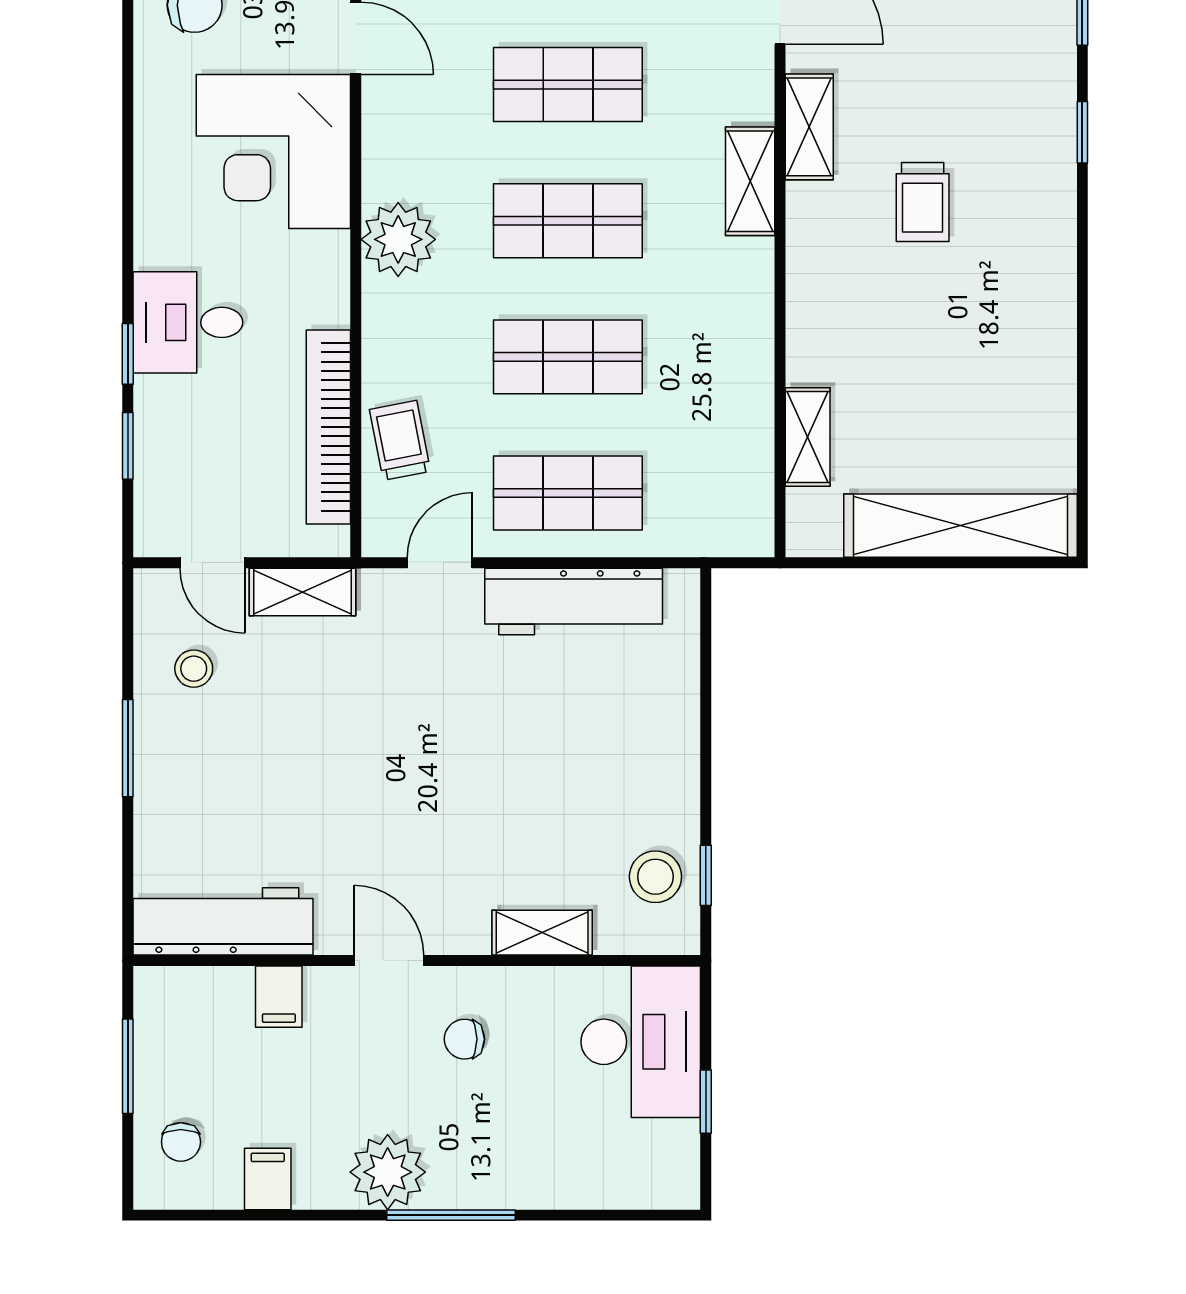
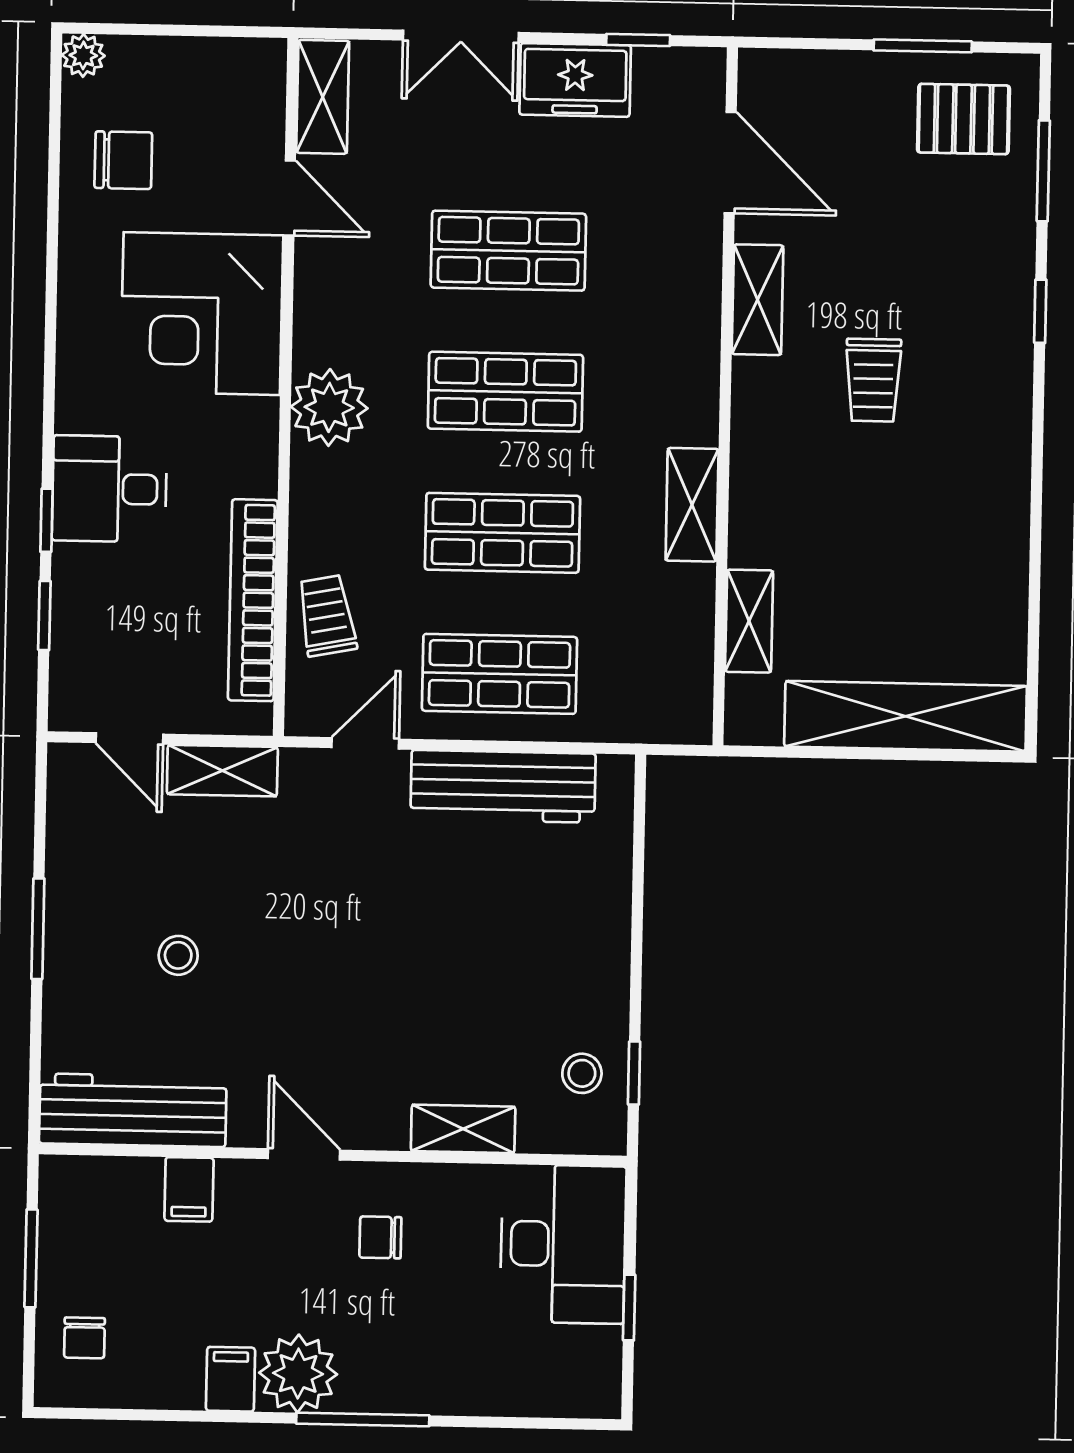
shelving: (750, 181) -> (692, 505), moved
stool: (194, 669) -> (178, 955), moved
stool: (655, 877) -> (582, 1073), width x0.73, depth x0.73
filing cabinet: (268, 1179) -> (230, 1379), moved

